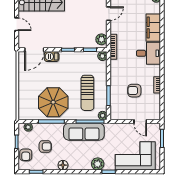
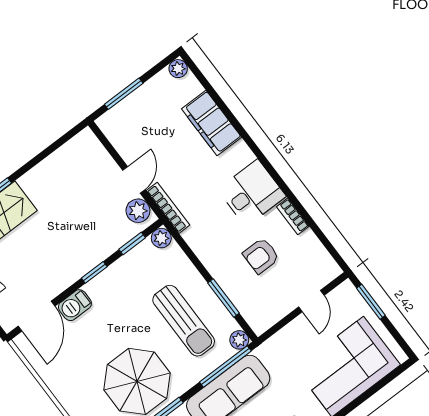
door: (109, 14) -> (134, 180), moved
desk: (148, 53) -> (252, 193), moved
door: (140, 121) -> (311, 301), hinge flipped

